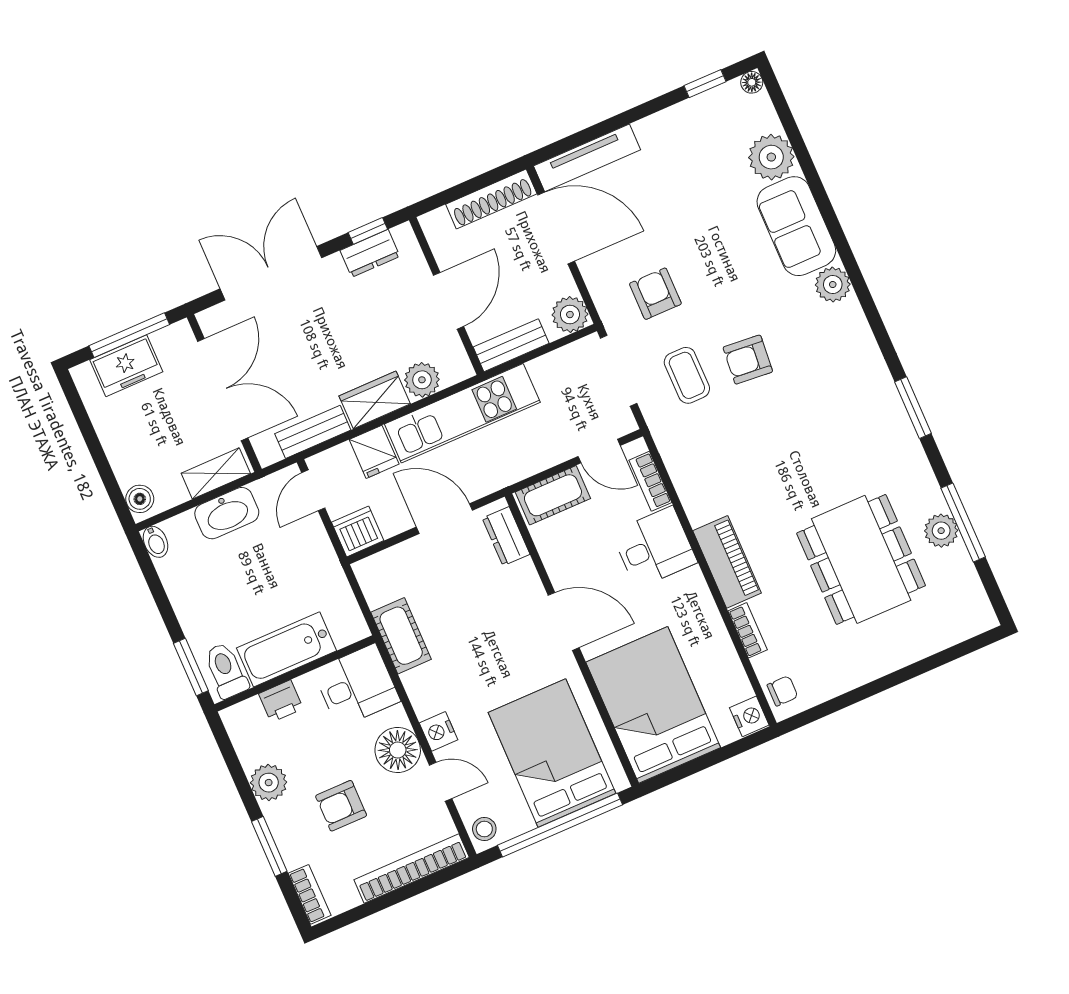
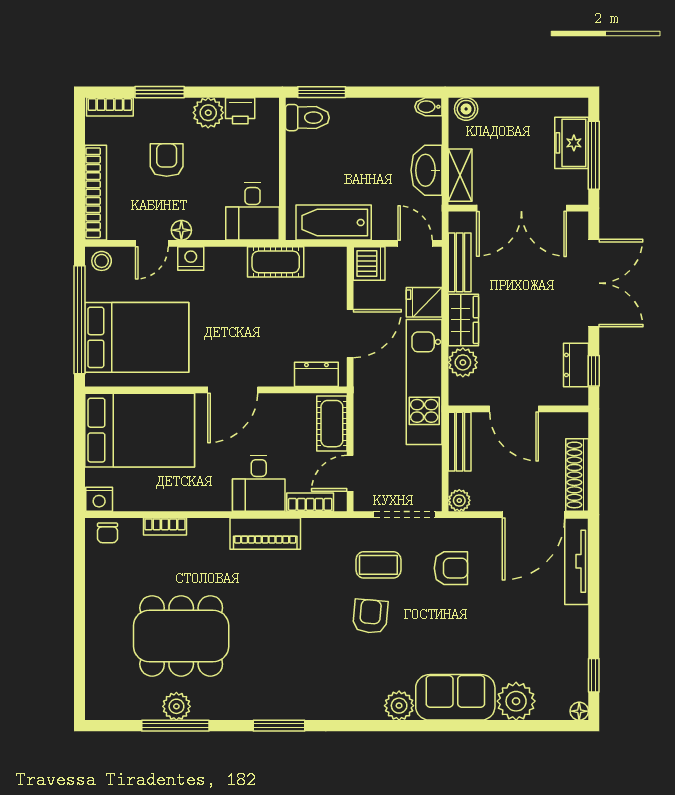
plant: (570, 315) -> (459, 500), width x0.73, depth x0.73
piano: (727, 562) -> (265, 534), moved
bathtub: (287, 649) -> (334, 222), moved, turned -90
printer: (281, 701) -> (240, 111), moved, turned -90
floor lamp: (398, 750) -> (181, 230), width x0.53, depth x0.53

